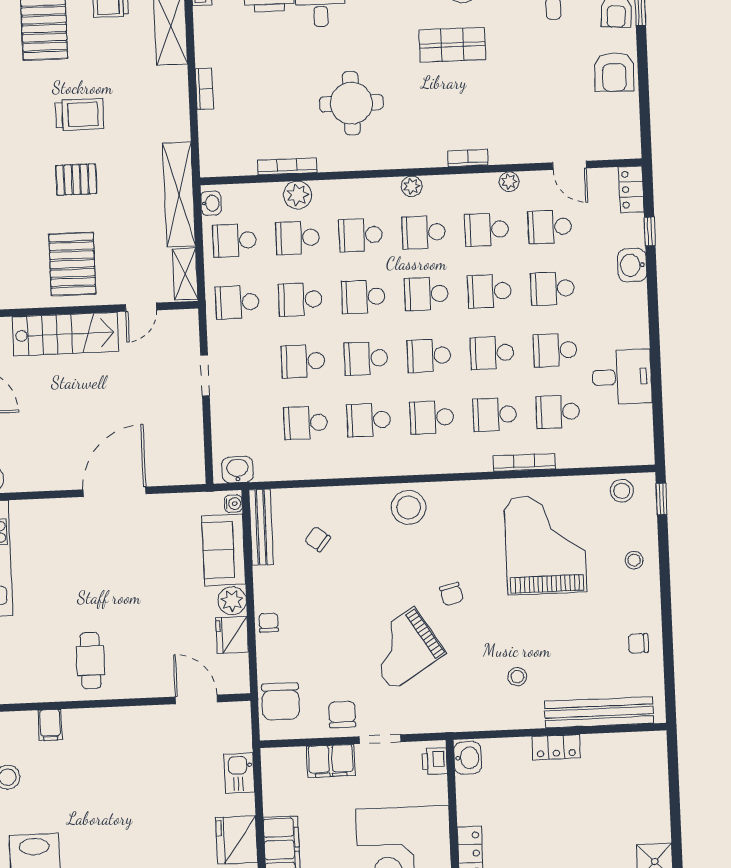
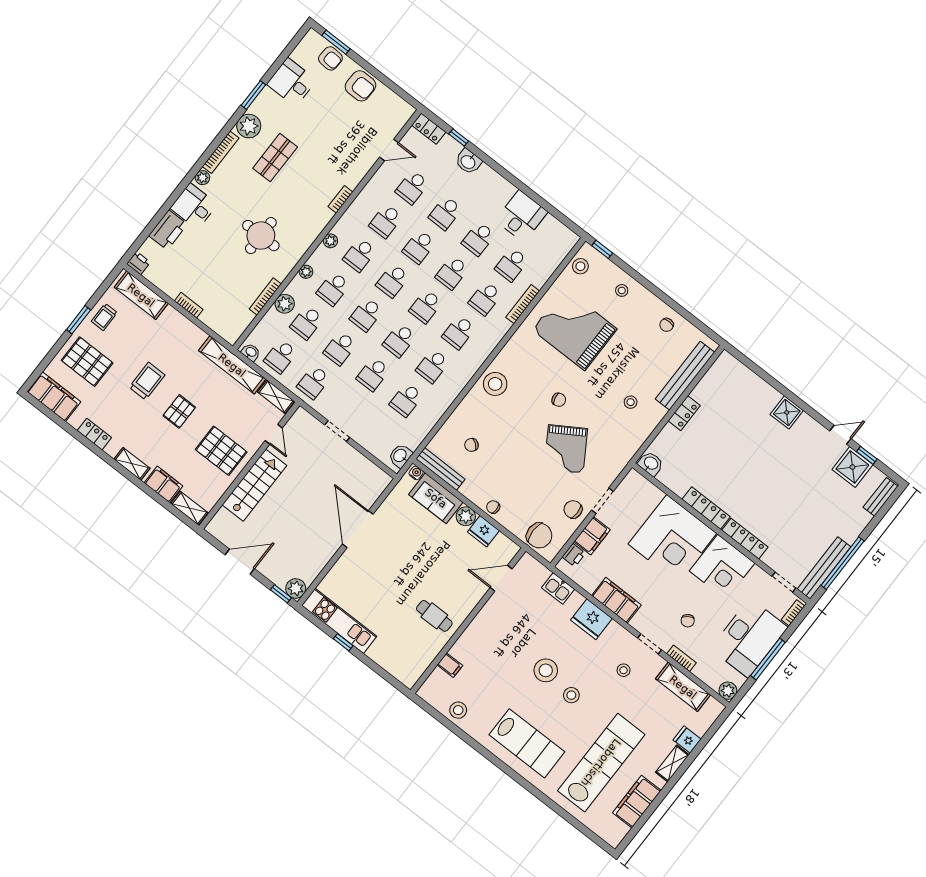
plant: (509, 182) -> (306, 272), moved
printer: (435, 761) -> (574, 555), moved, turned -90
stool: (136, 837) -> (546, 670), added

